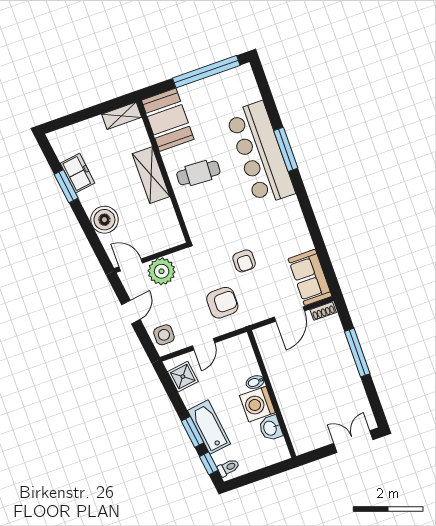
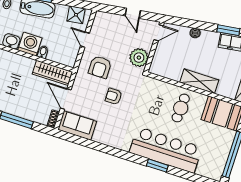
window: (286, 149) -> (157, 166), width x0.69
boiler: (104, 220) -> (195, 33), width x0.54, depth x0.54
plant: (162, 271) -> (139, 58), moved
side table: (164, 335) -> (107, 22), removed
wardrobe: (271, 353) -> (52, 73), added

